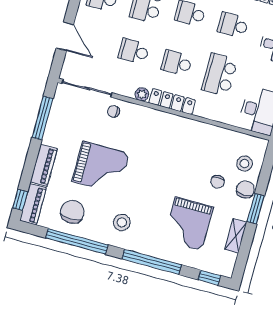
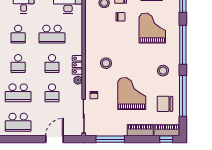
locker: (172, 102) -> (77, 65), width x0.66
stool: (155, 142) -> (106, 63), added
grand piano: (188, 224) -> (152, 28), turned -90

